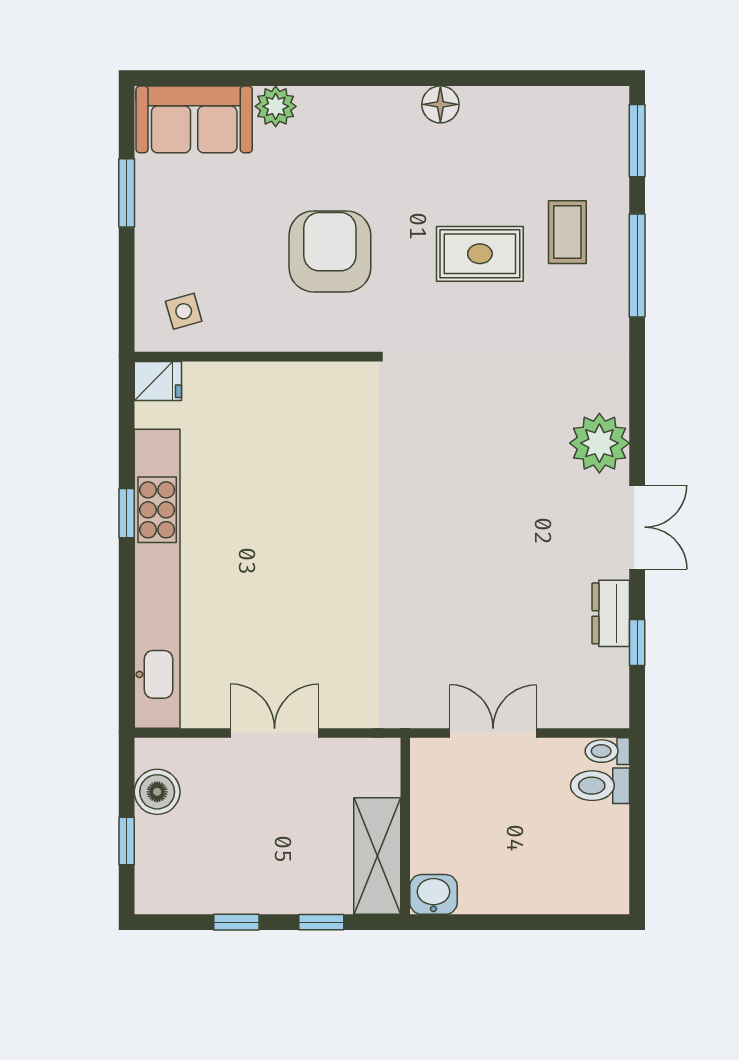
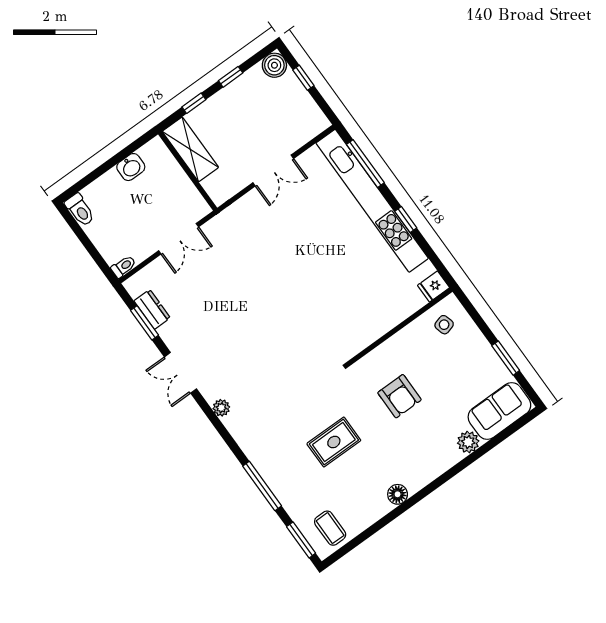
coffee table: (567, 232) -> (330, 528), moved
armchair: (330, 251) -> (399, 396), width x0.73, depth x0.73
plant: (599, 443) -> (221, 408), width x0.53, depth x0.53
dresser: (611, 613) -> (152, 309), moved
window: (127, 642) -> (365, 164), added
window: (637, 643) -> (144, 323), width x1.50
toilet: (600, 786) -> (80, 210), moved, turned 90
boiler: (157, 792) -> (274, 65), moved
washbasin: (433, 894) -> (131, 167), moved

